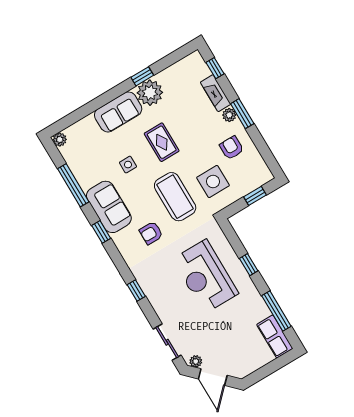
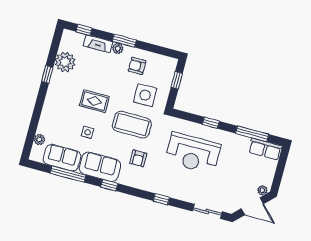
plant: (150, 93) -> (65, 62), moved
sofa: (118, 112) -> (62, 158), moved, turned -90
plant: (60, 140) -> (39, 139), moved
plant: (196, 361) -> (262, 190), moved

